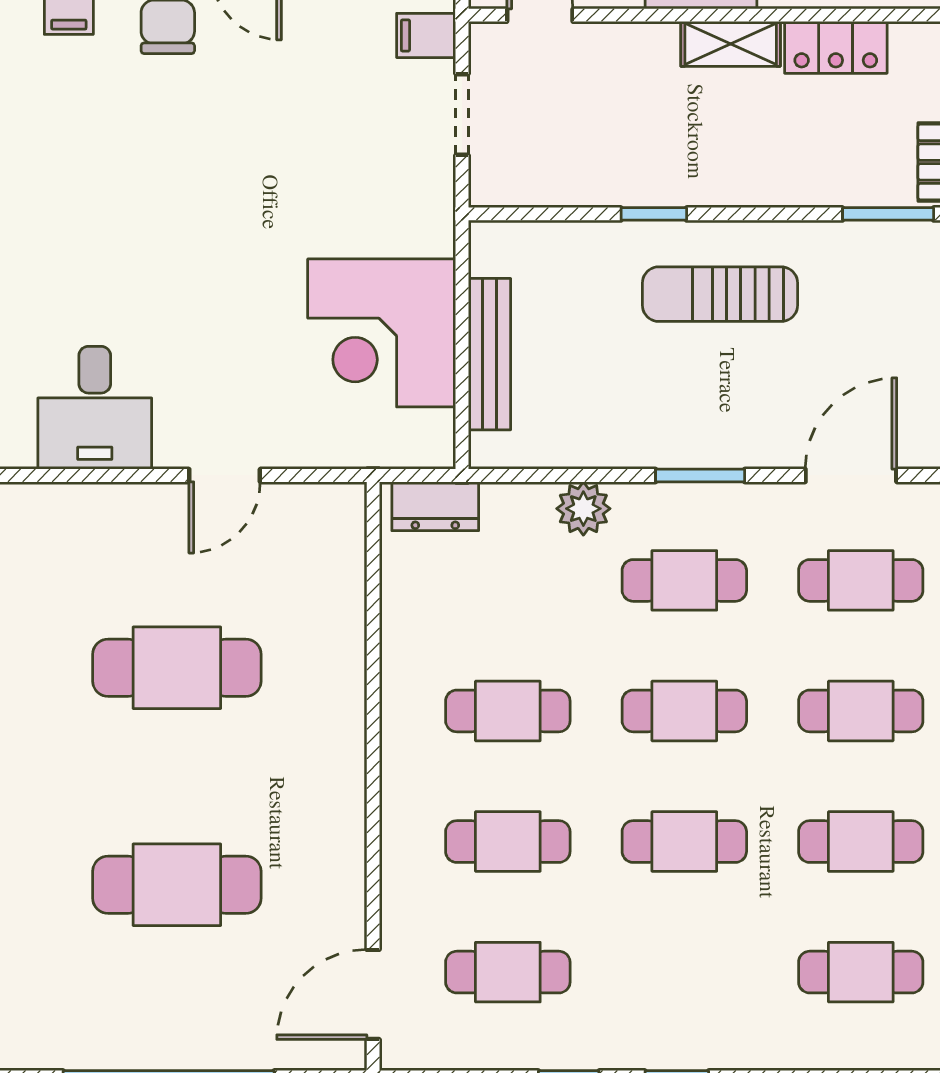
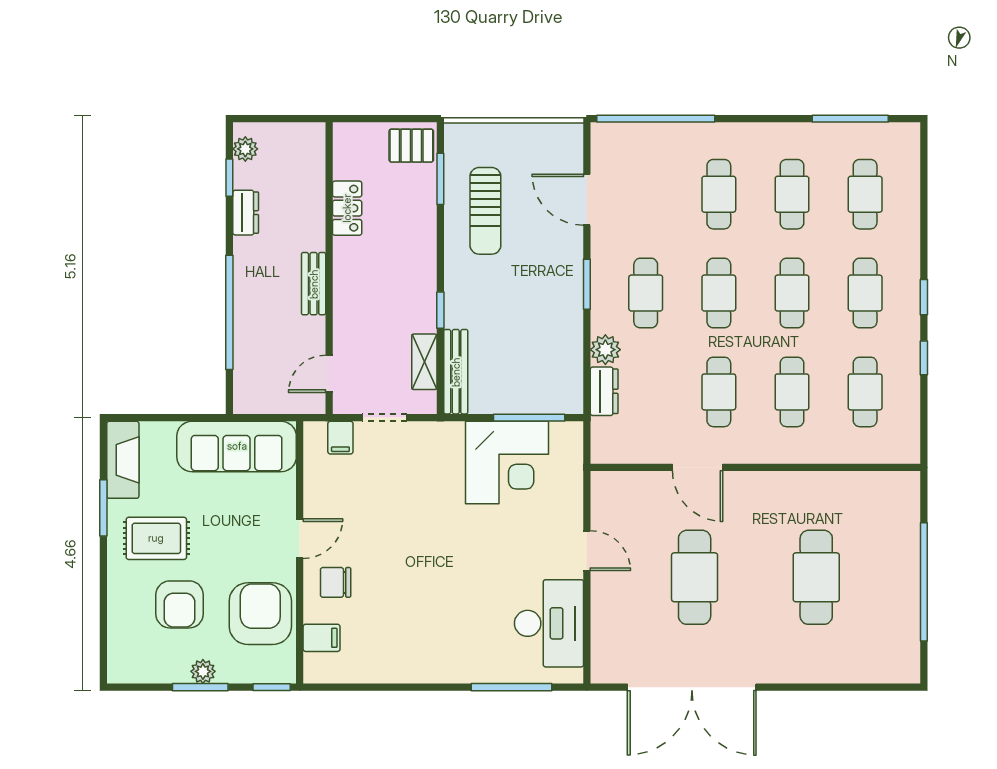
shelving: (731, 44) -> (424, 362), moved
sun lounger: (720, 294) -> (485, 211), moved
bench: (489, 354) -> (456, 372), moved, turned 90
window: (462, 372) -> (529, 418), added
desk: (95, 408) -> (549, 623), width x1.37
dresser: (435, 506) -> (604, 391), moved
cafe table: (861, 580) -> (865, 293), moved
door: (373, 994) -> (698, 467), moved

